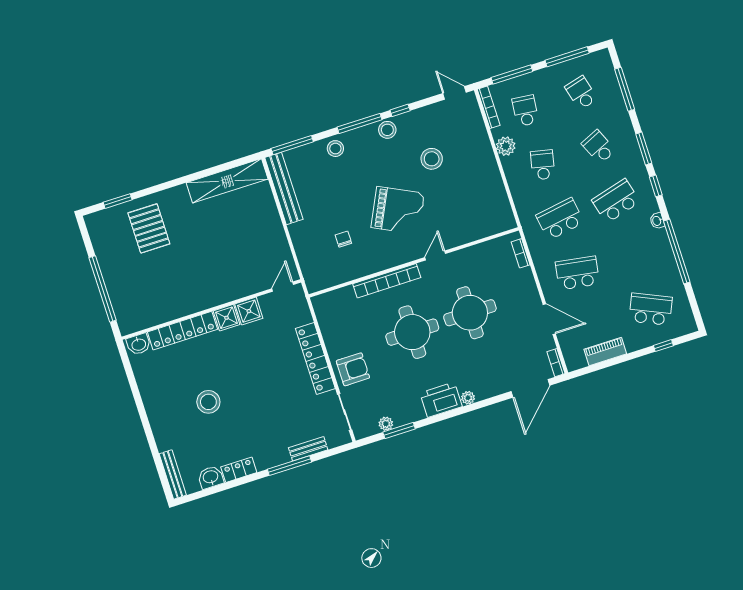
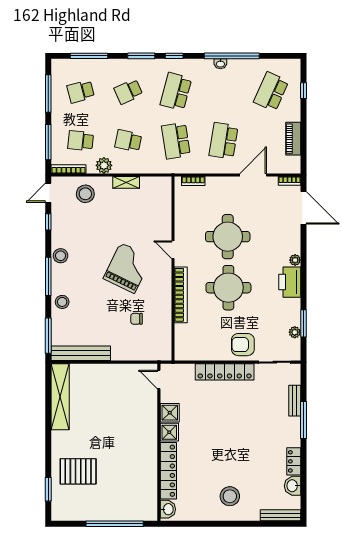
window: (400, 110) -> (48, 222), moved
stool: (432, 159) -> (85, 194), moved
shelving: (495, 178) -> (126, 182), added
school desk: (616, 201) -> (176, 92), turned 30
washbasin: (657, 221) -> (220, 64), moved
armchair: (353, 369) -> (243, 345), turned -90
stool: (208, 402) -> (230, 496), moved

